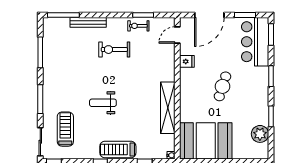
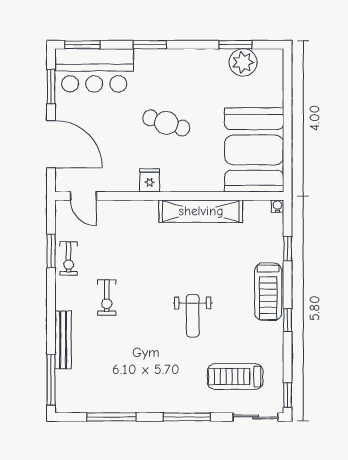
exercise bike: (114, 50) -> (107, 297), width x0.73, depth x0.72
fridge: (187, 61) -> (150, 180), moved
window: (271, 116) -> (235, 45), moved

